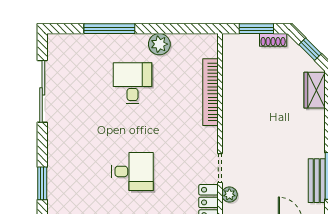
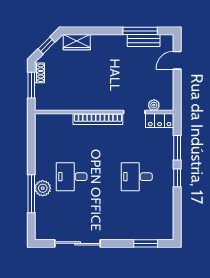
plant: (159, 44) -> (43, 188), moved
bookcase: (210, 92) -> (98, 119), moved
desk: (132, 171) -> (137, 177), turned -90

